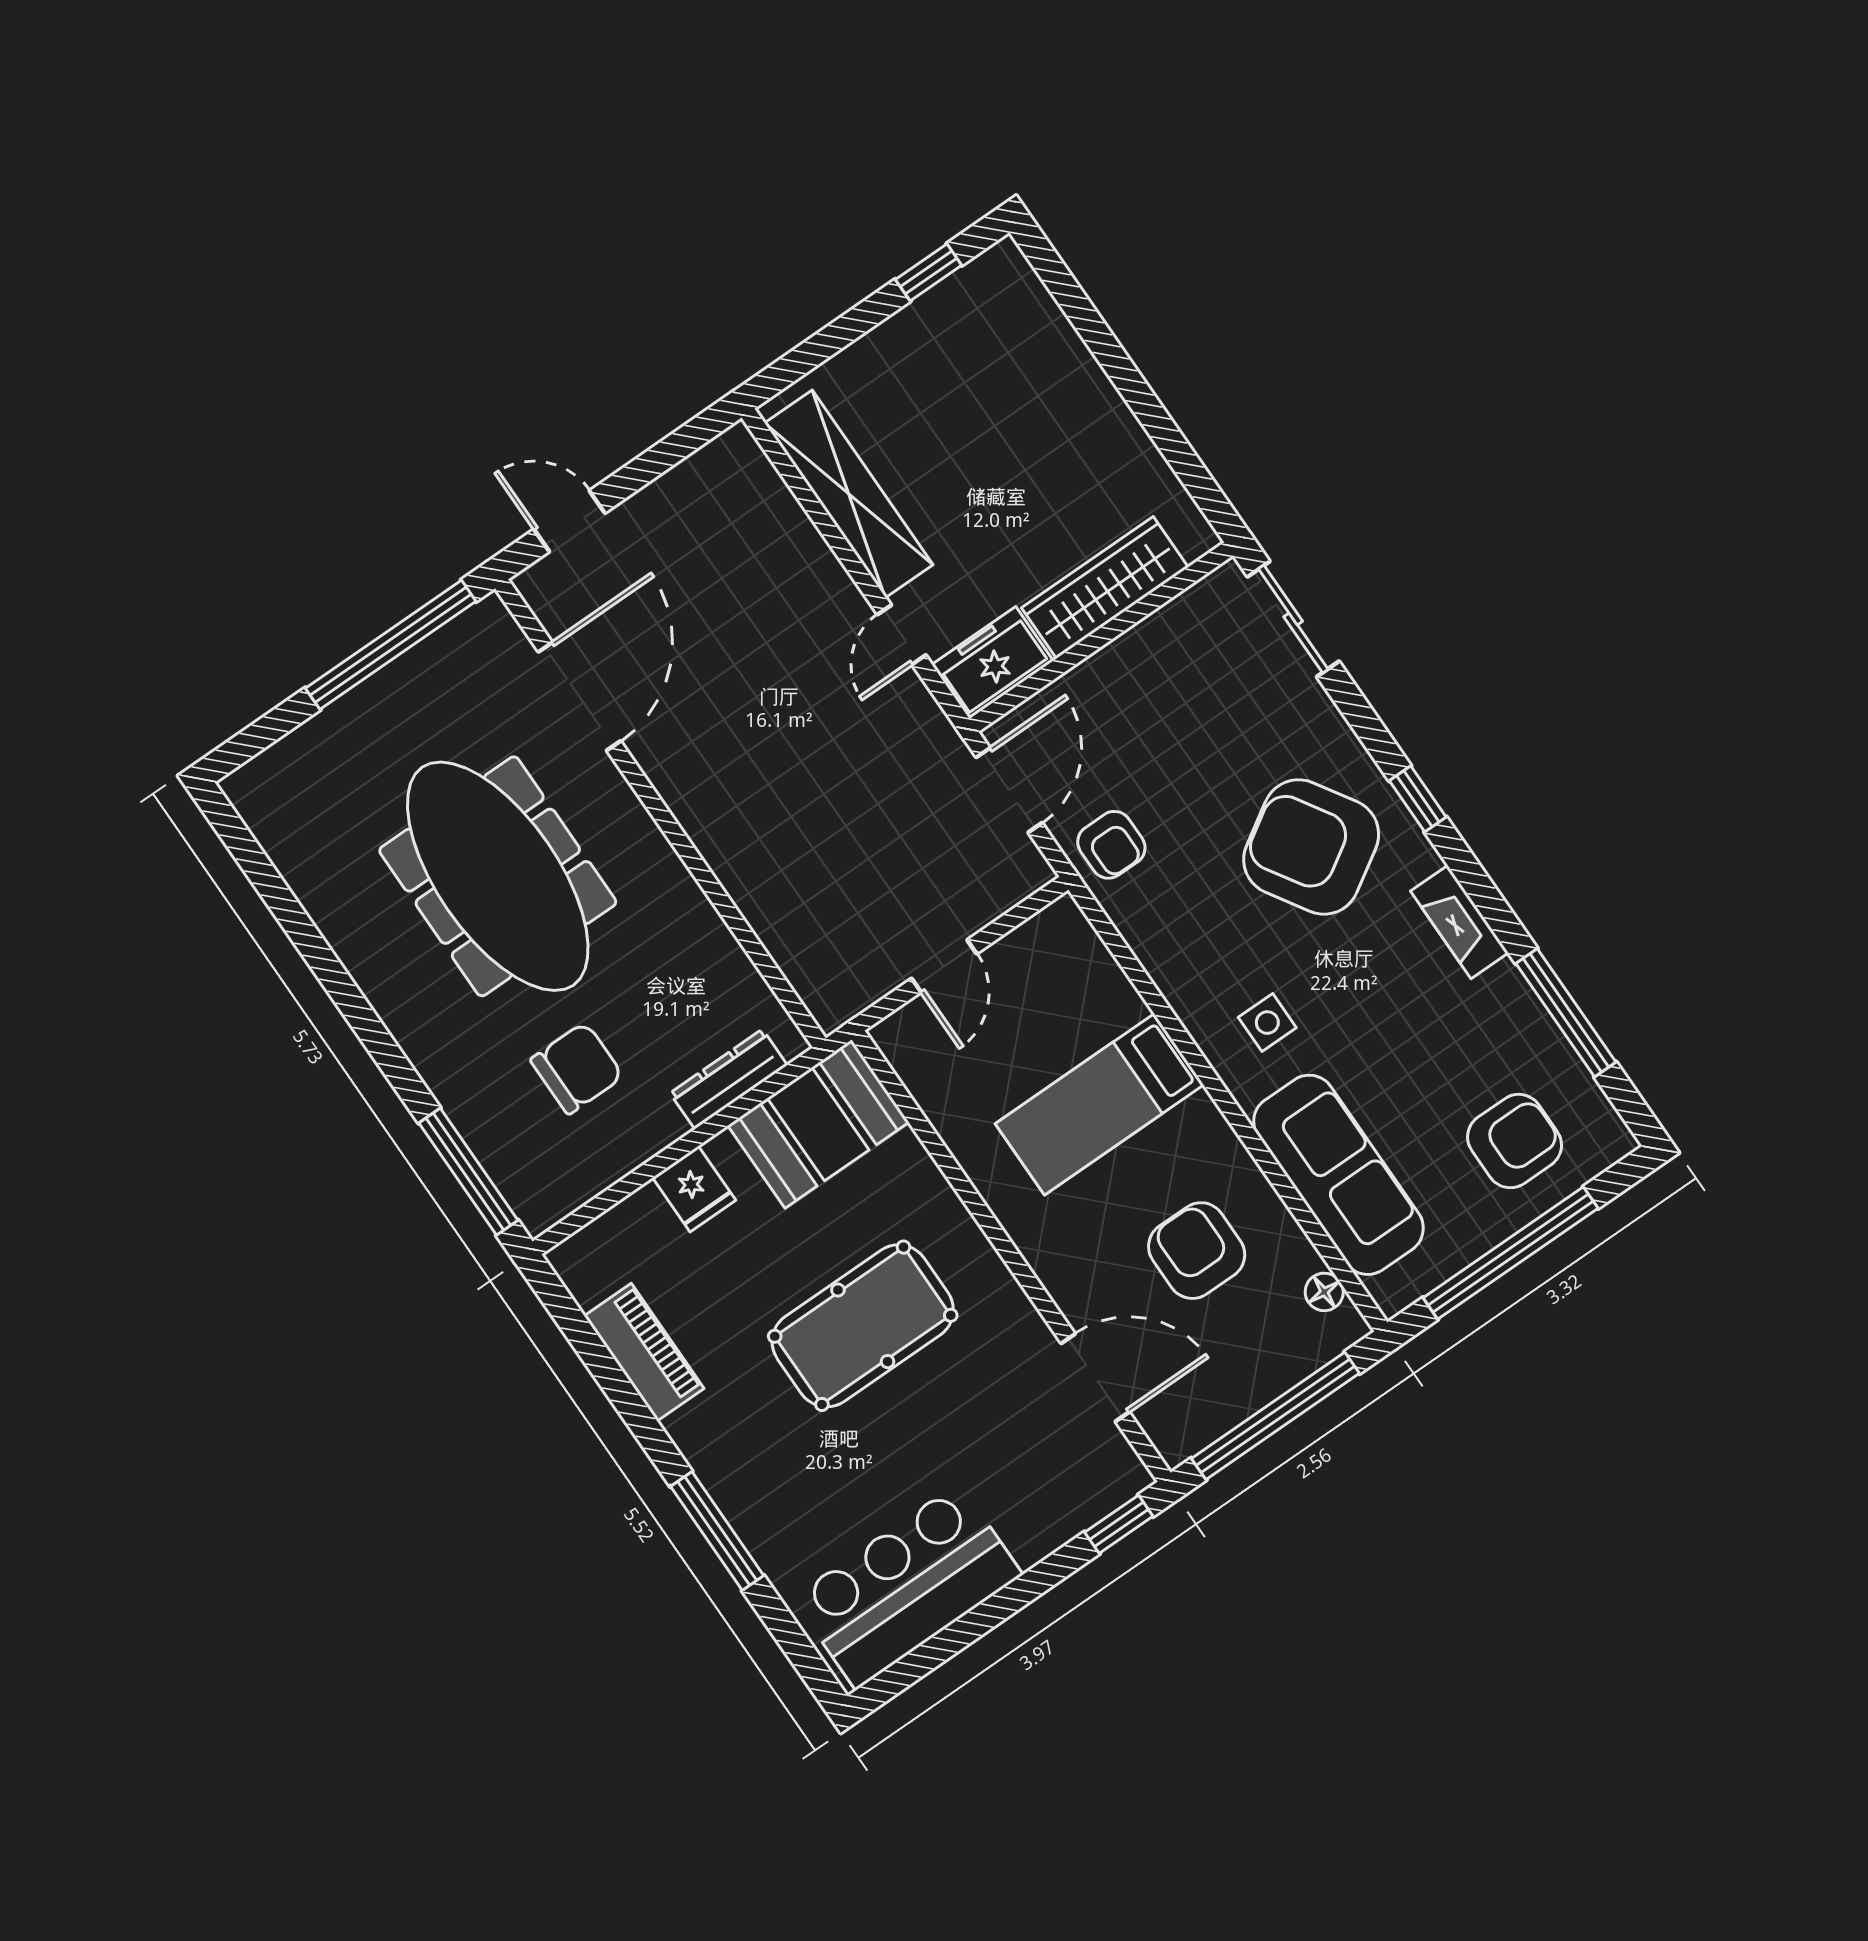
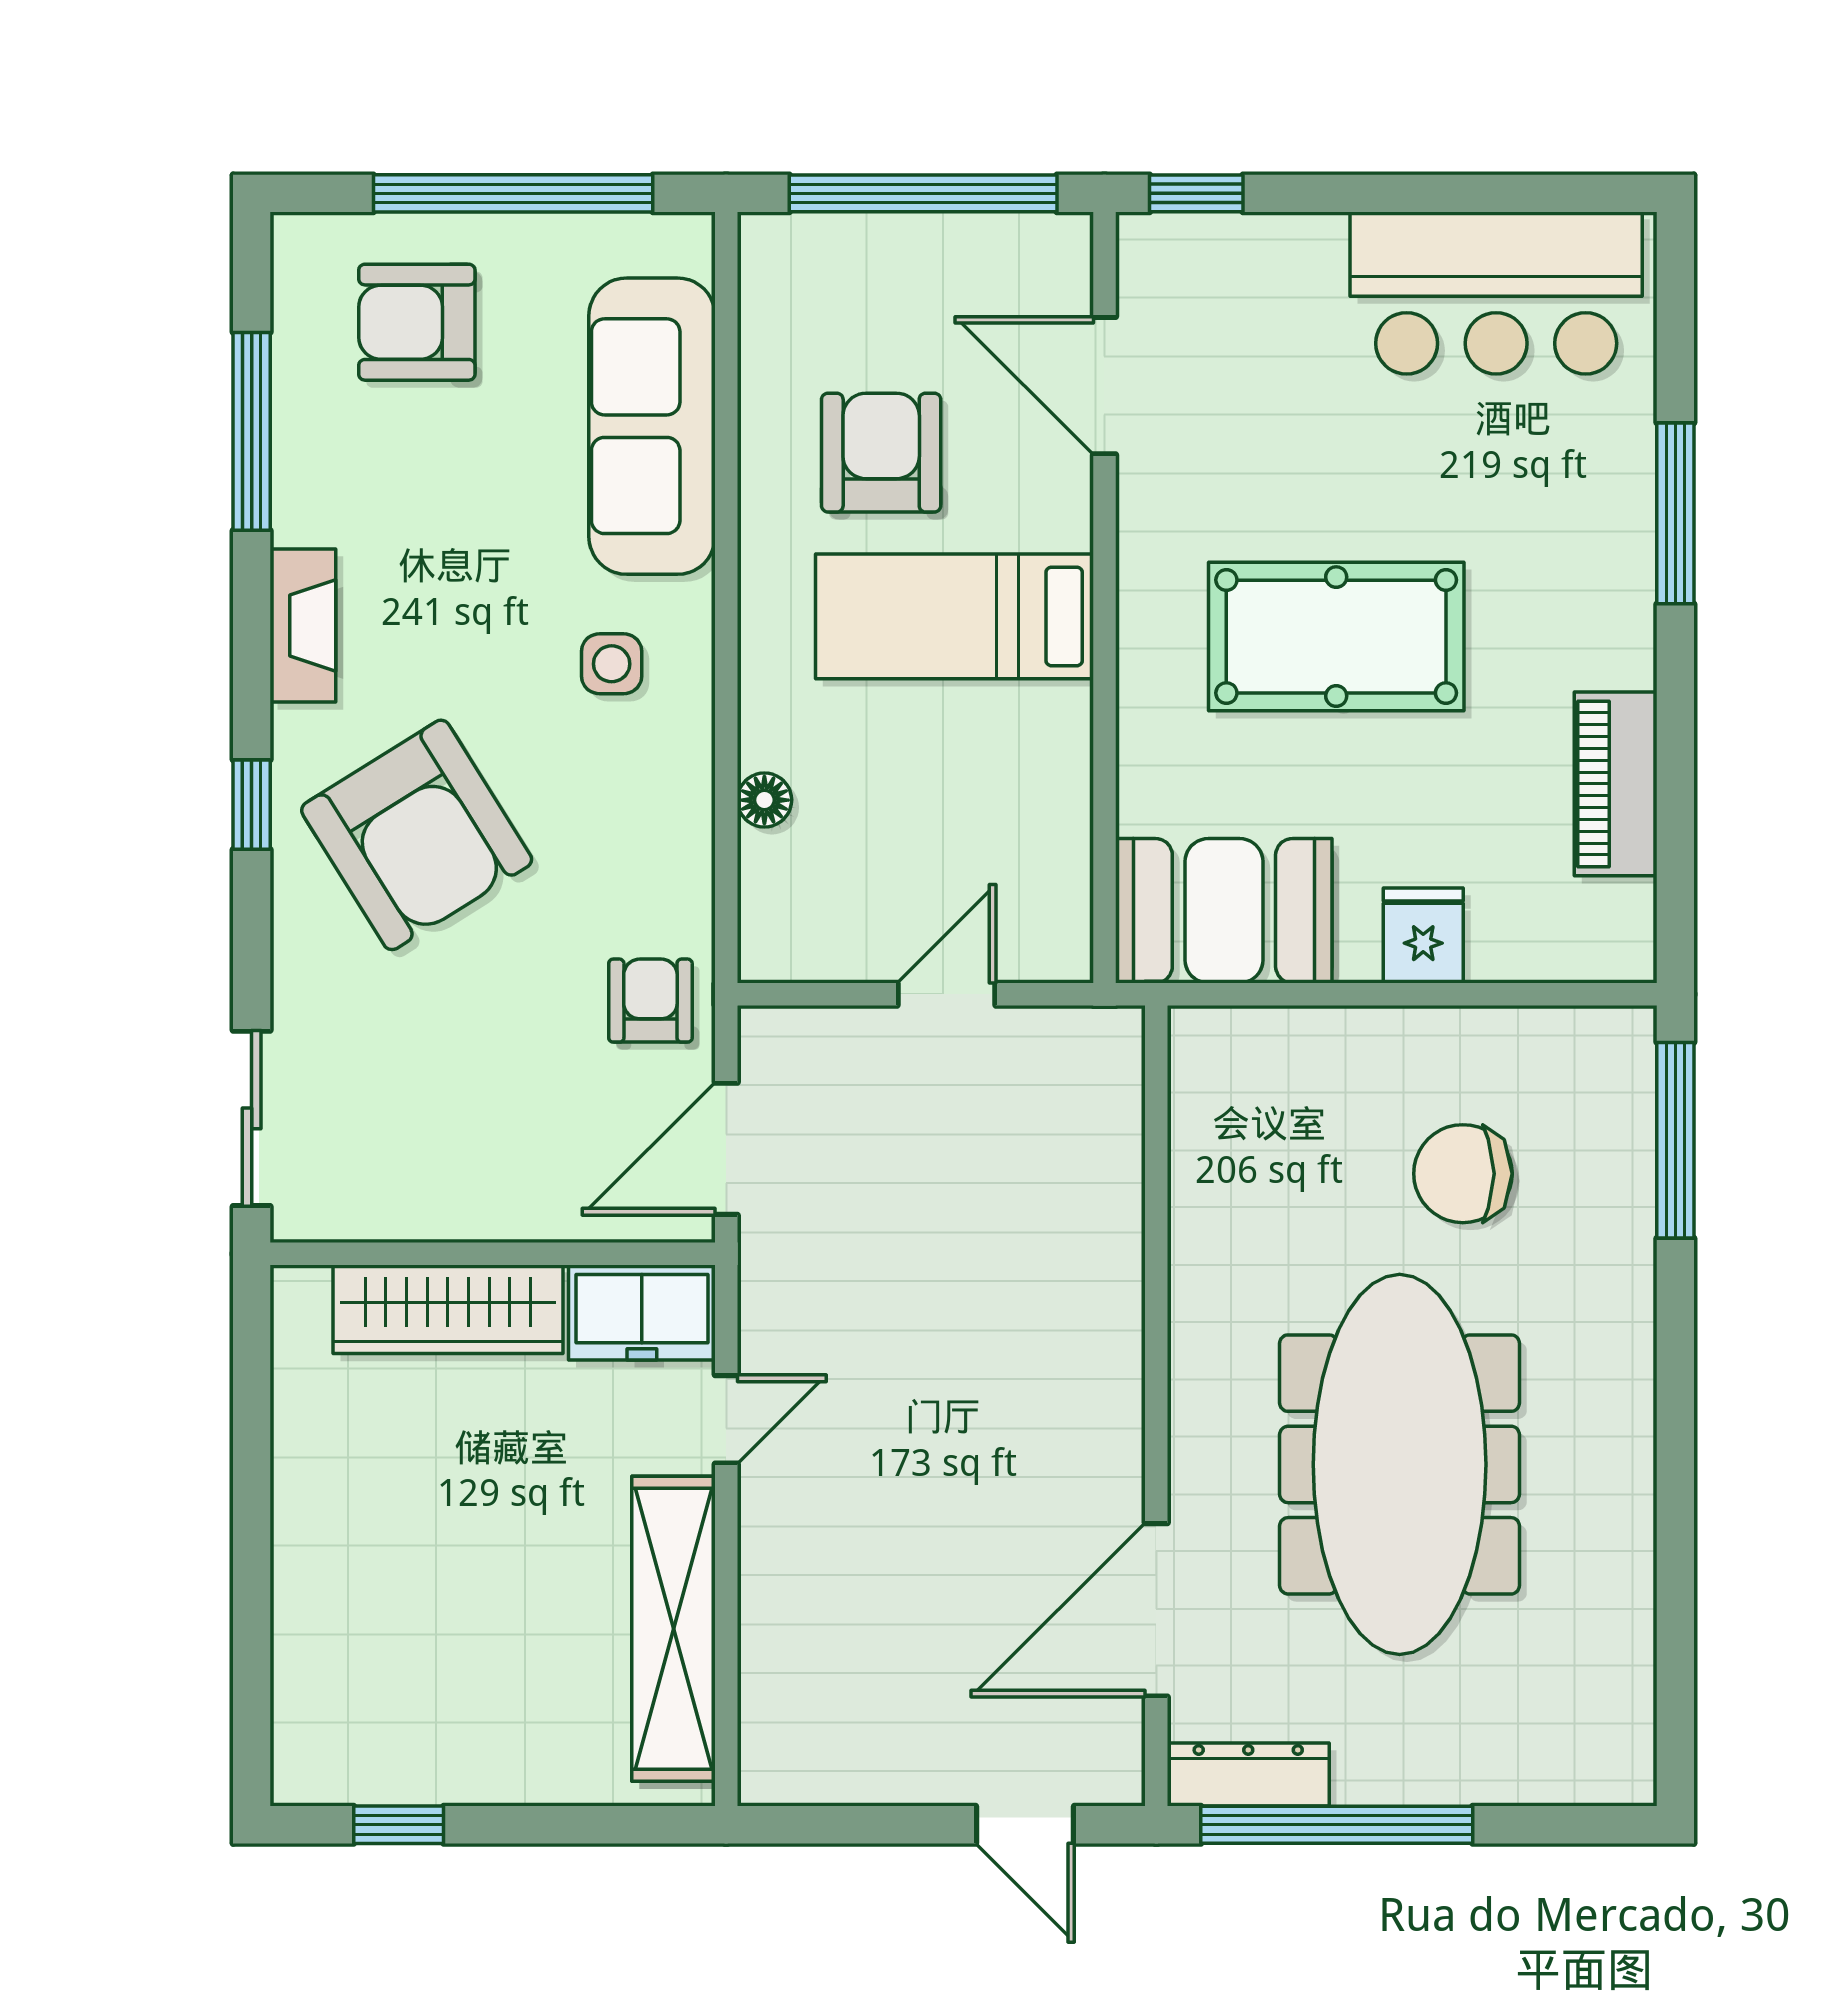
dresser: (729, 1079) -> (1248, 1775), moved, turned 180
bed: (1099, 1104) -> (954, 616), moved, turned 180
armchair: (1197, 1251) -> (881, 453), turned 180
floor lamp: (1324, 1292) -> (764, 800), moved

